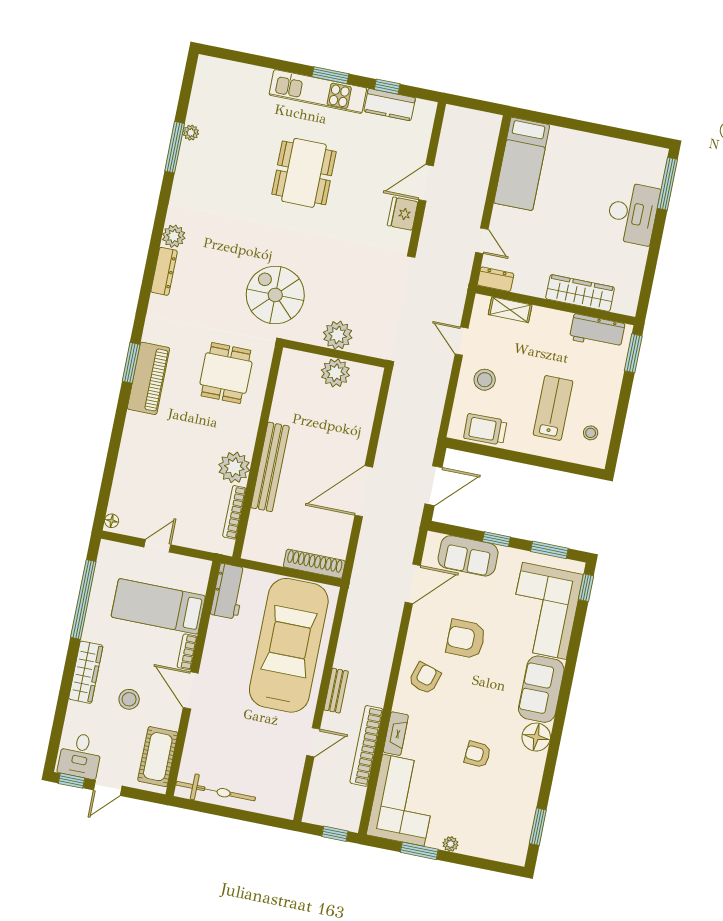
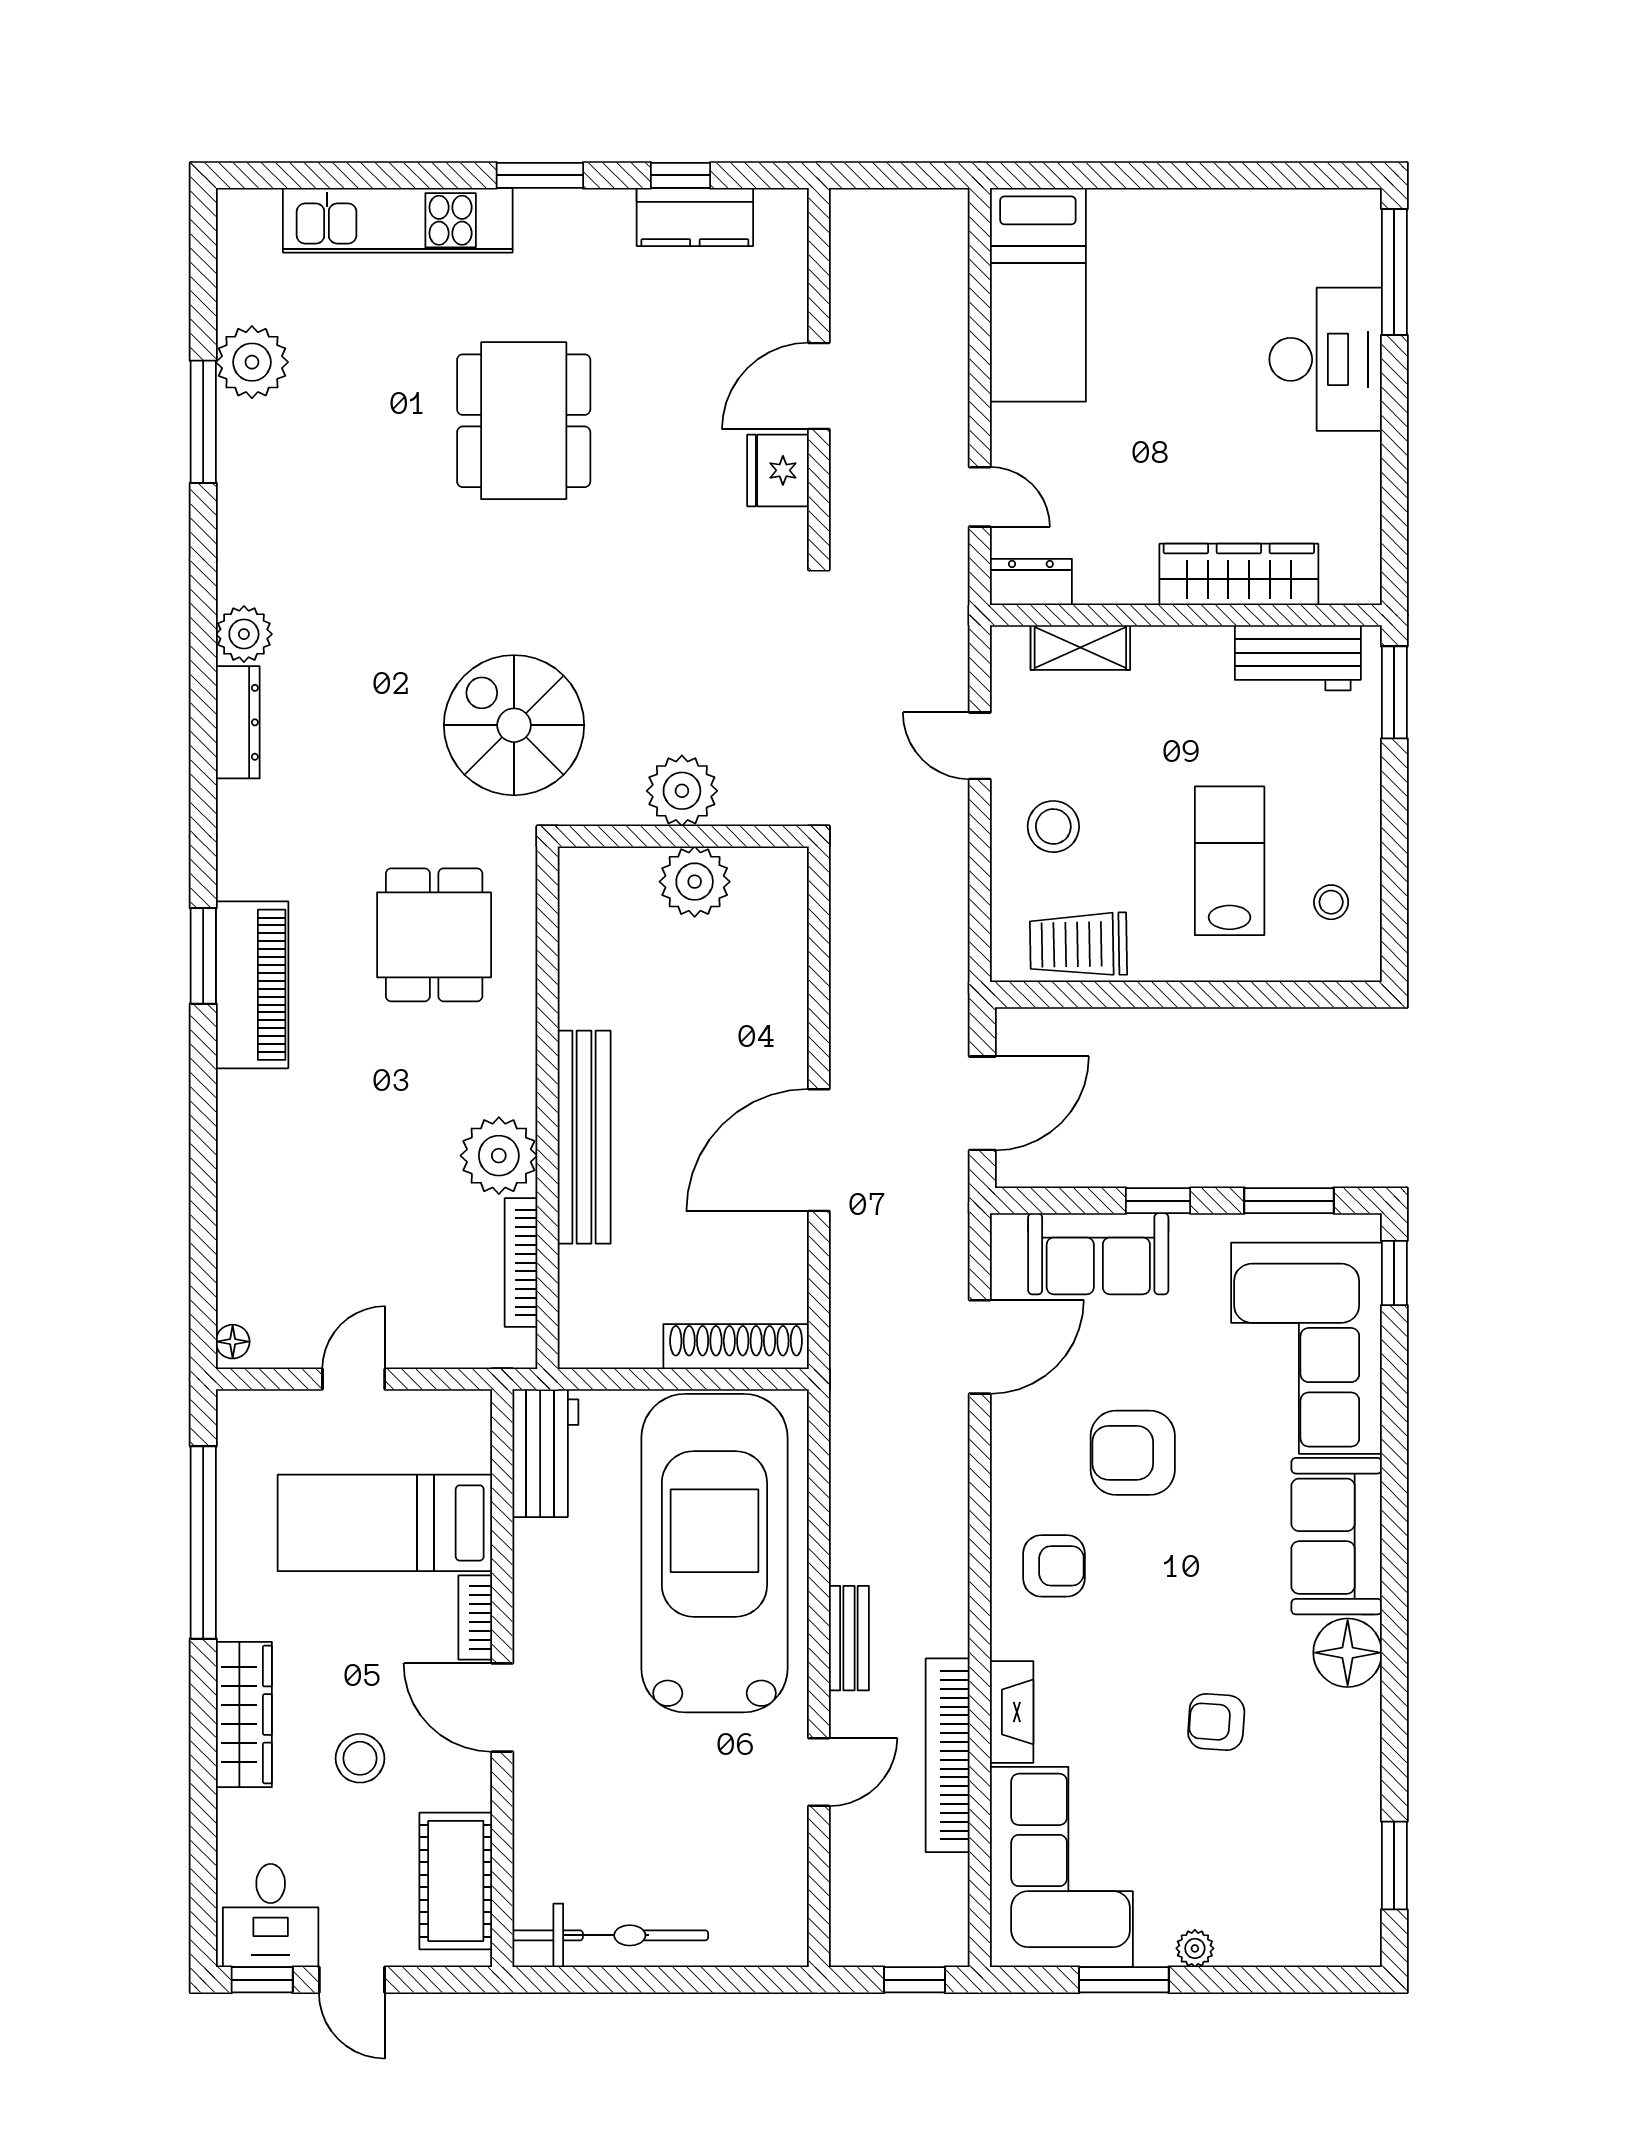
kitchen unit: (318, 92) -> (398, 220), moved
plant: (191, 133) -> (252, 362), width x1.87, depth x1.87
armchair: (425, 678) -> (1054, 1566), turned 73
door: (108, 788) -> (352, 1980), hinge flipped

